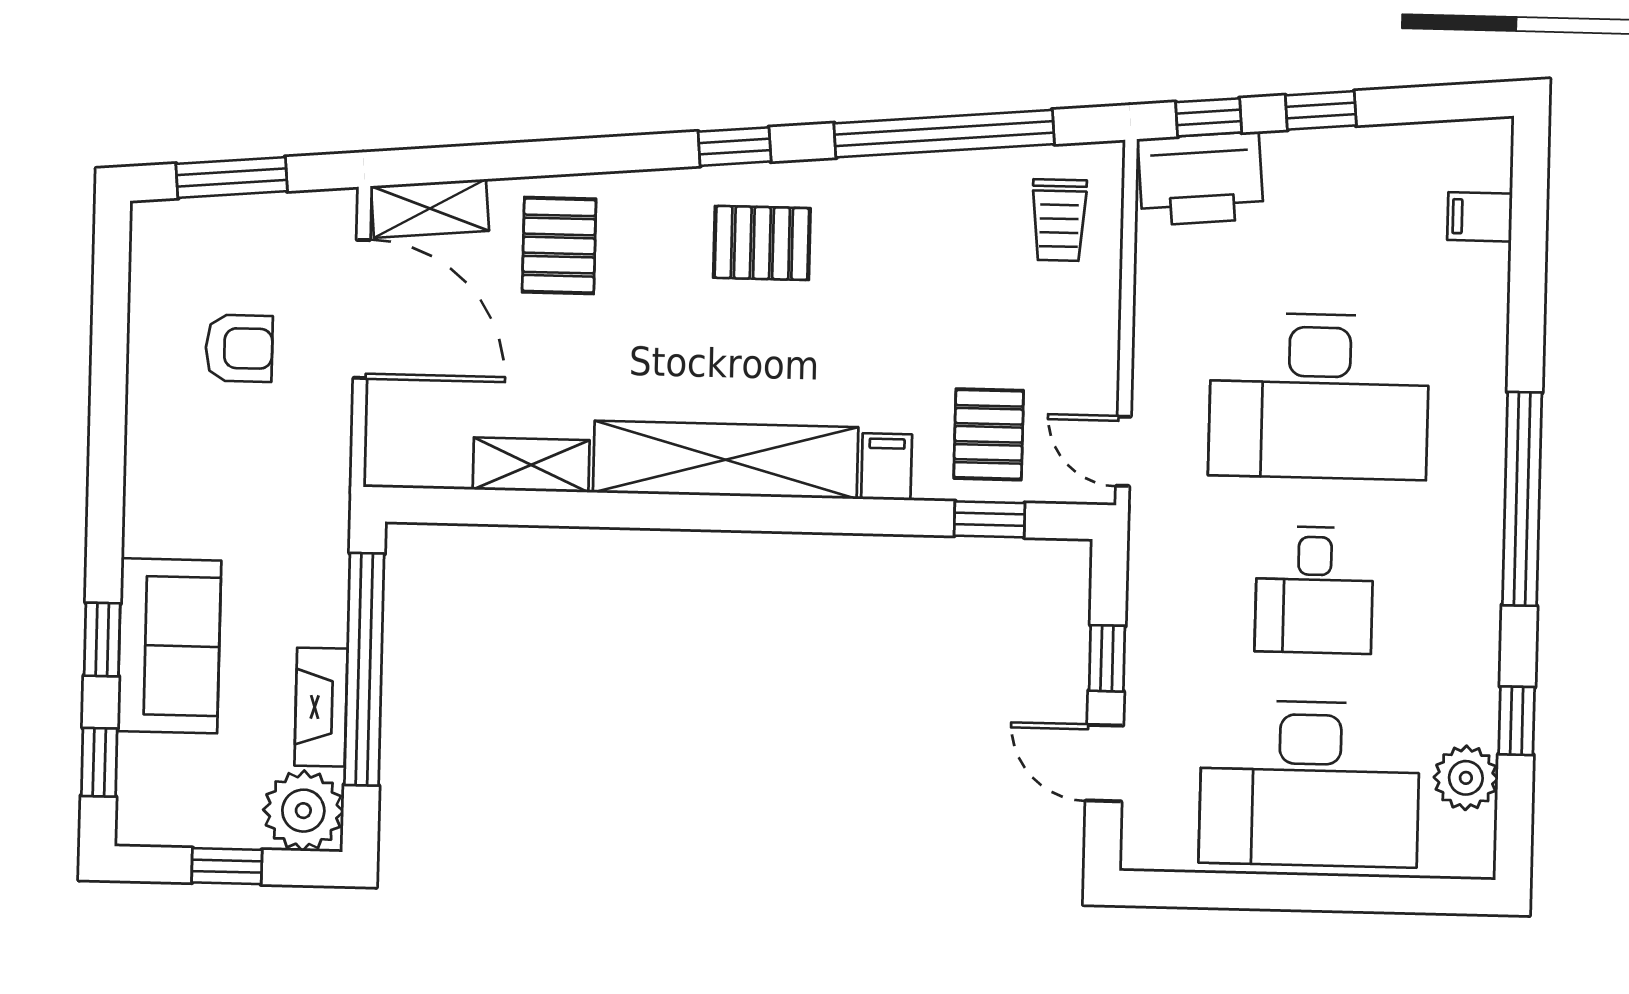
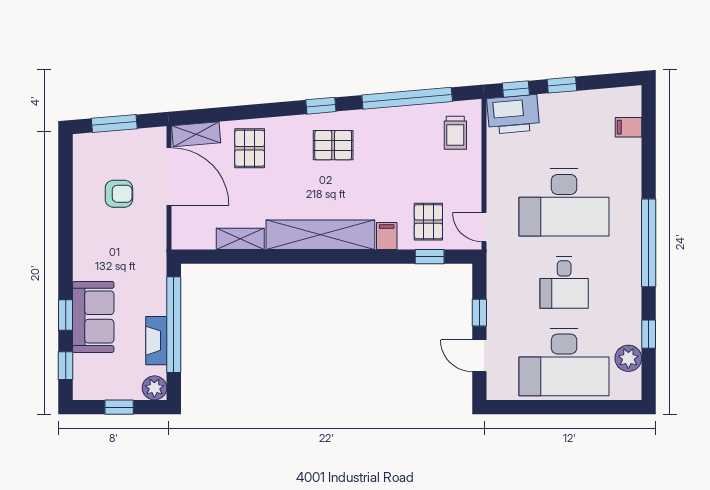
plant: (303, 811) -> (154, 388), width x0.73, depth x0.73

